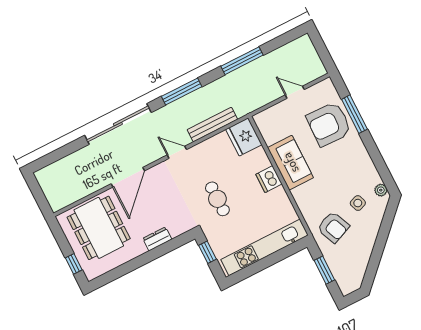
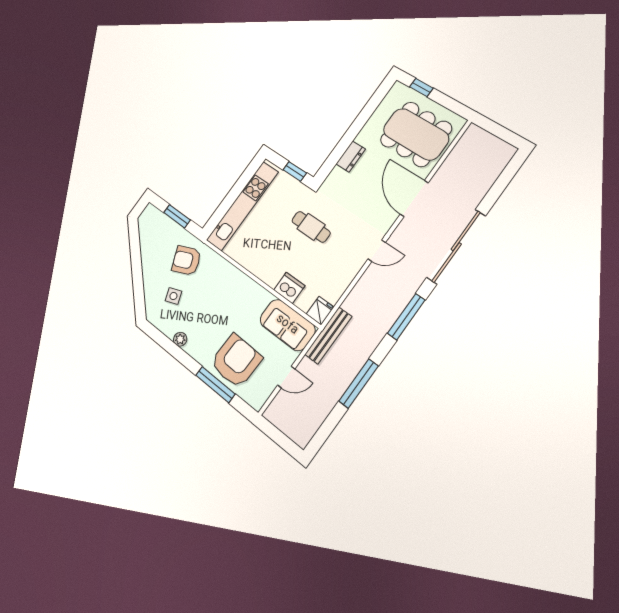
bench: (212, 125) -> (328, 336), moved
fridge: (244, 137) -> (320, 311), width x0.53, depth x0.75
sofa: (290, 163) -> (287, 325), moved
dishwasher: (269, 179) -> (289, 288), moved
plant: (381, 190) -> (180, 339), moved

